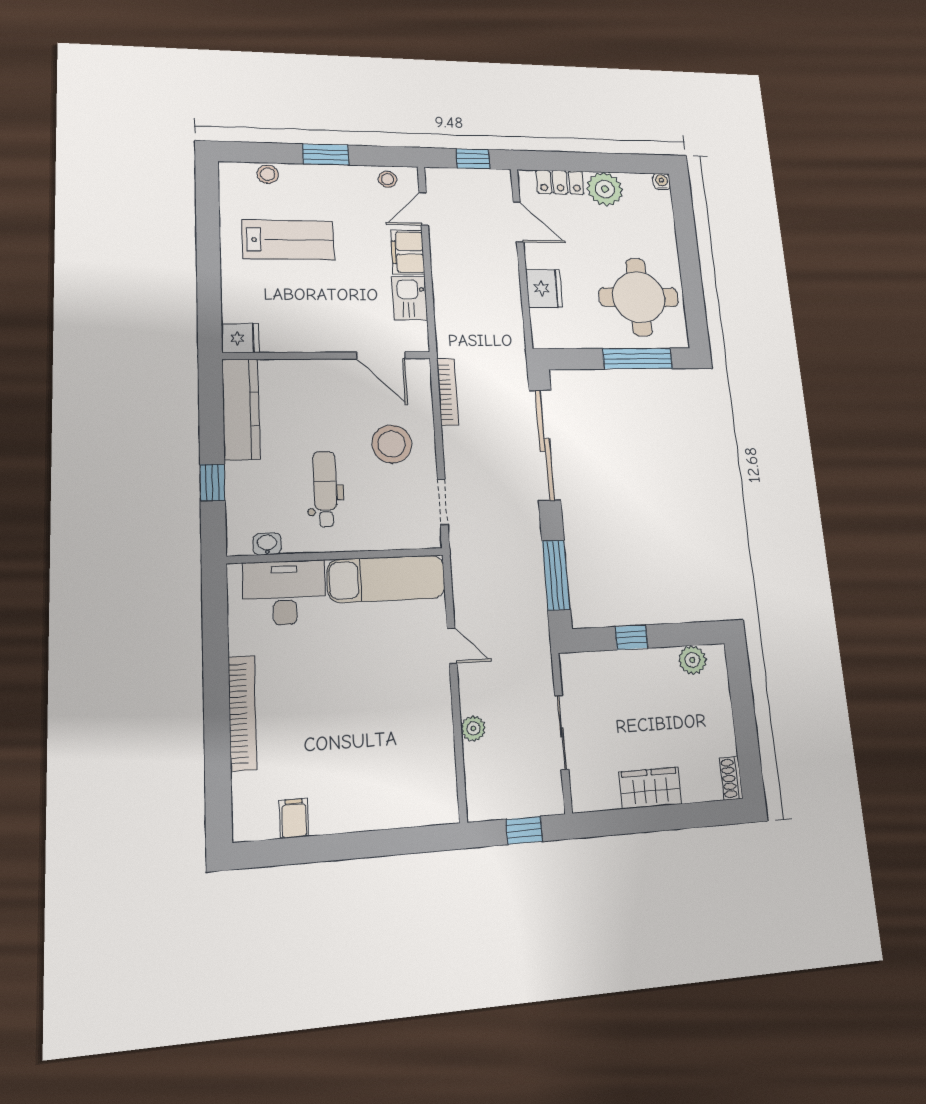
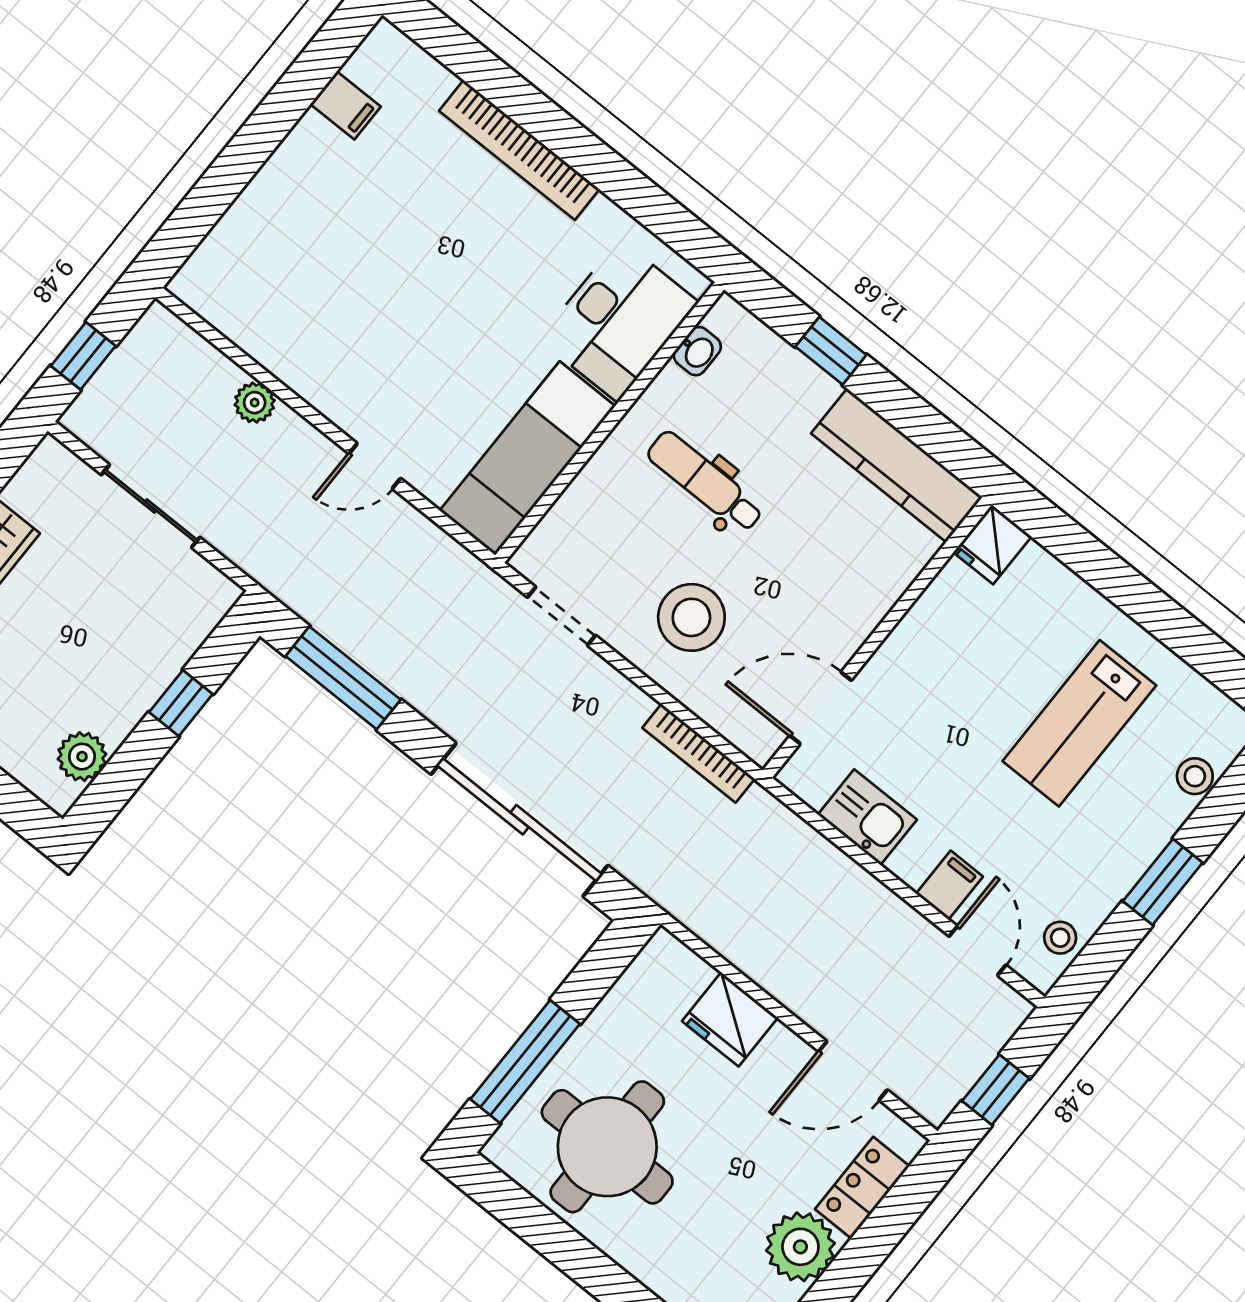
filing cabinet: (408, 252) -> (949, 885), width x0.50
dental chair: (325, 489) -> (705, 482), turned 180

